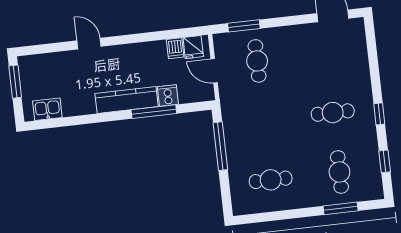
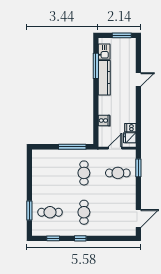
kitchen counter: (127, 100) -> (104, 78), moved
window: (154, 112) -> (96, 66), moved
cafe table: (271, 180) -> (84, 173), moved

